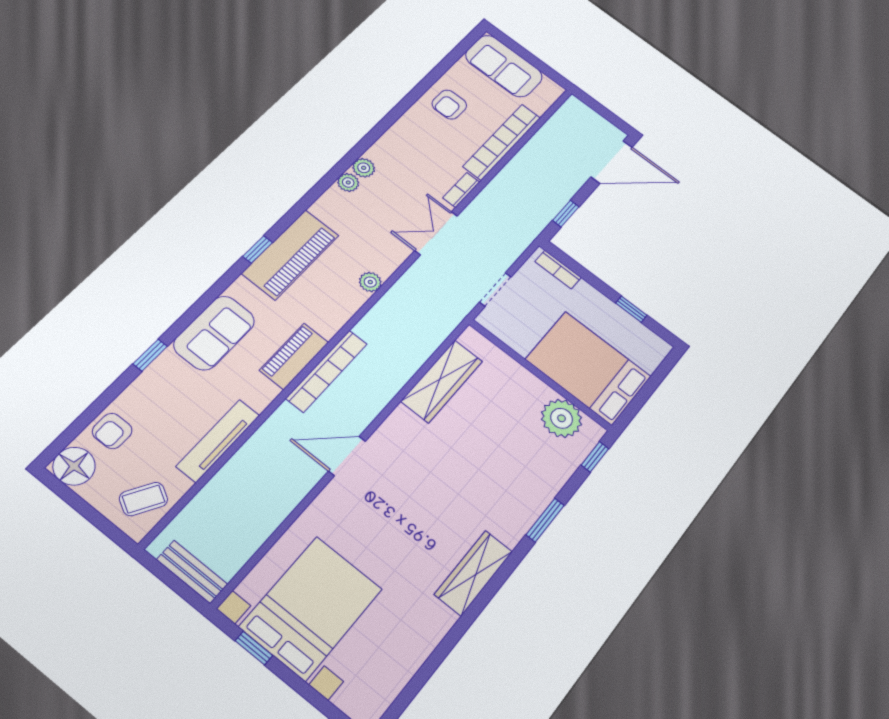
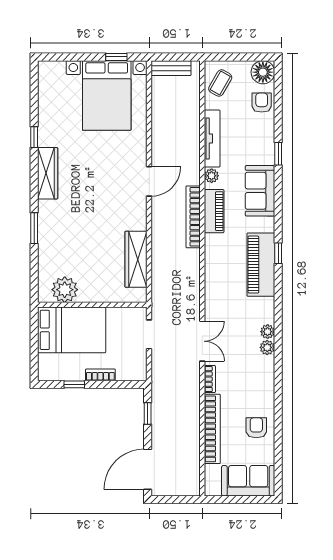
bookcase: (558, 270) -> (100, 375), moved
plant: (370, 282) -> (212, 176), moved
window: (595, 457) -> (34, 137), moved

